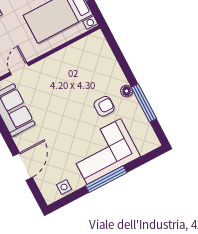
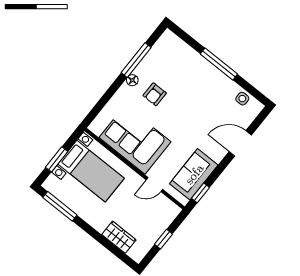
armchair: (104, 106) -> (155, 94), turned -90
corner sofa: (104, 152) -> (135, 140), moved, turned 180

